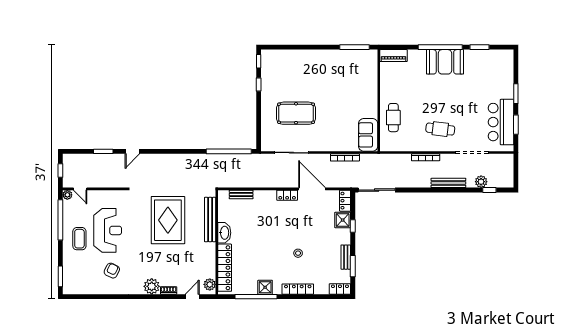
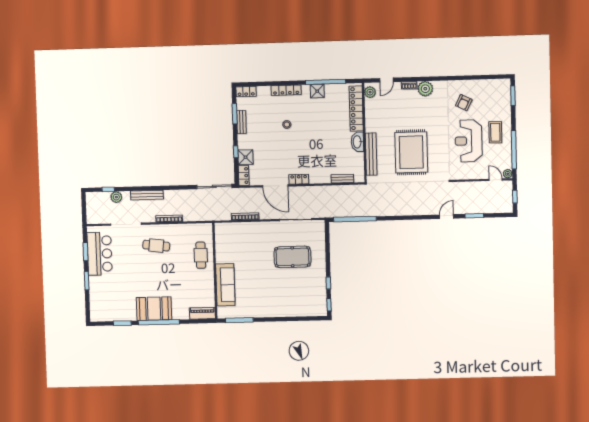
sofa: (368, 135) -> (225, 285), moved, width x1.36

